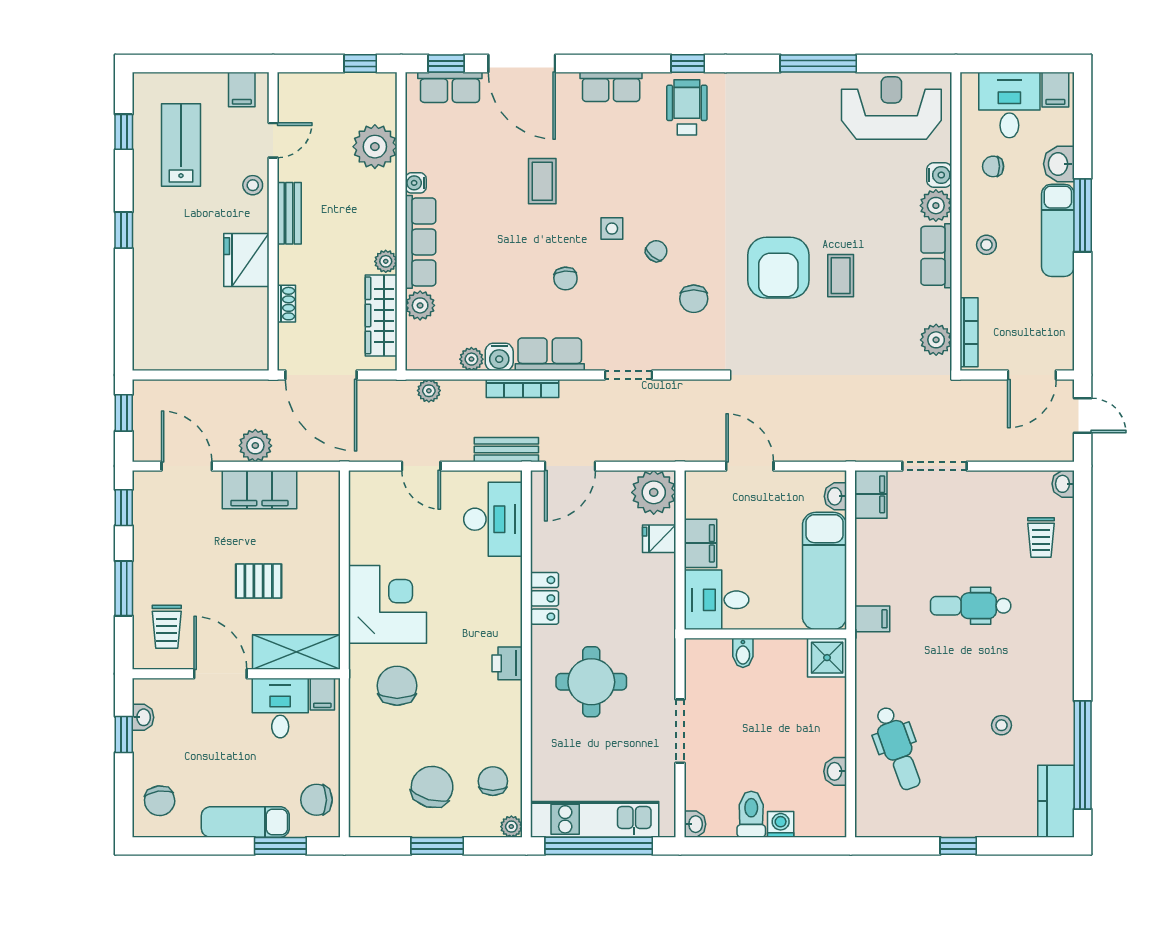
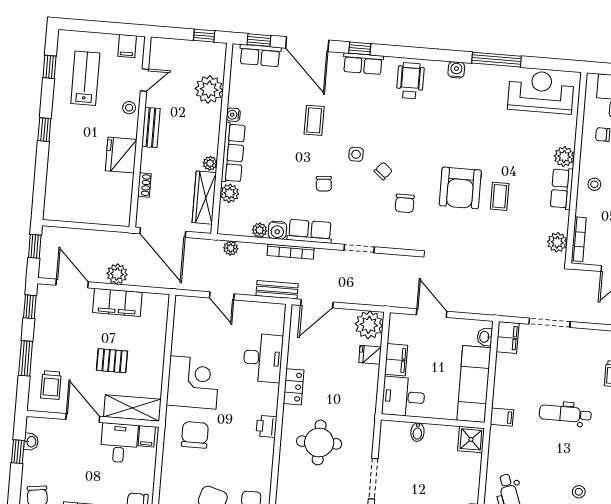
window: (688, 63) -> (360, 48), moved
water cooler: (939, 175) -> (456, 70), moved, turned -90
desk: (493, 519) -> (263, 358), moved

